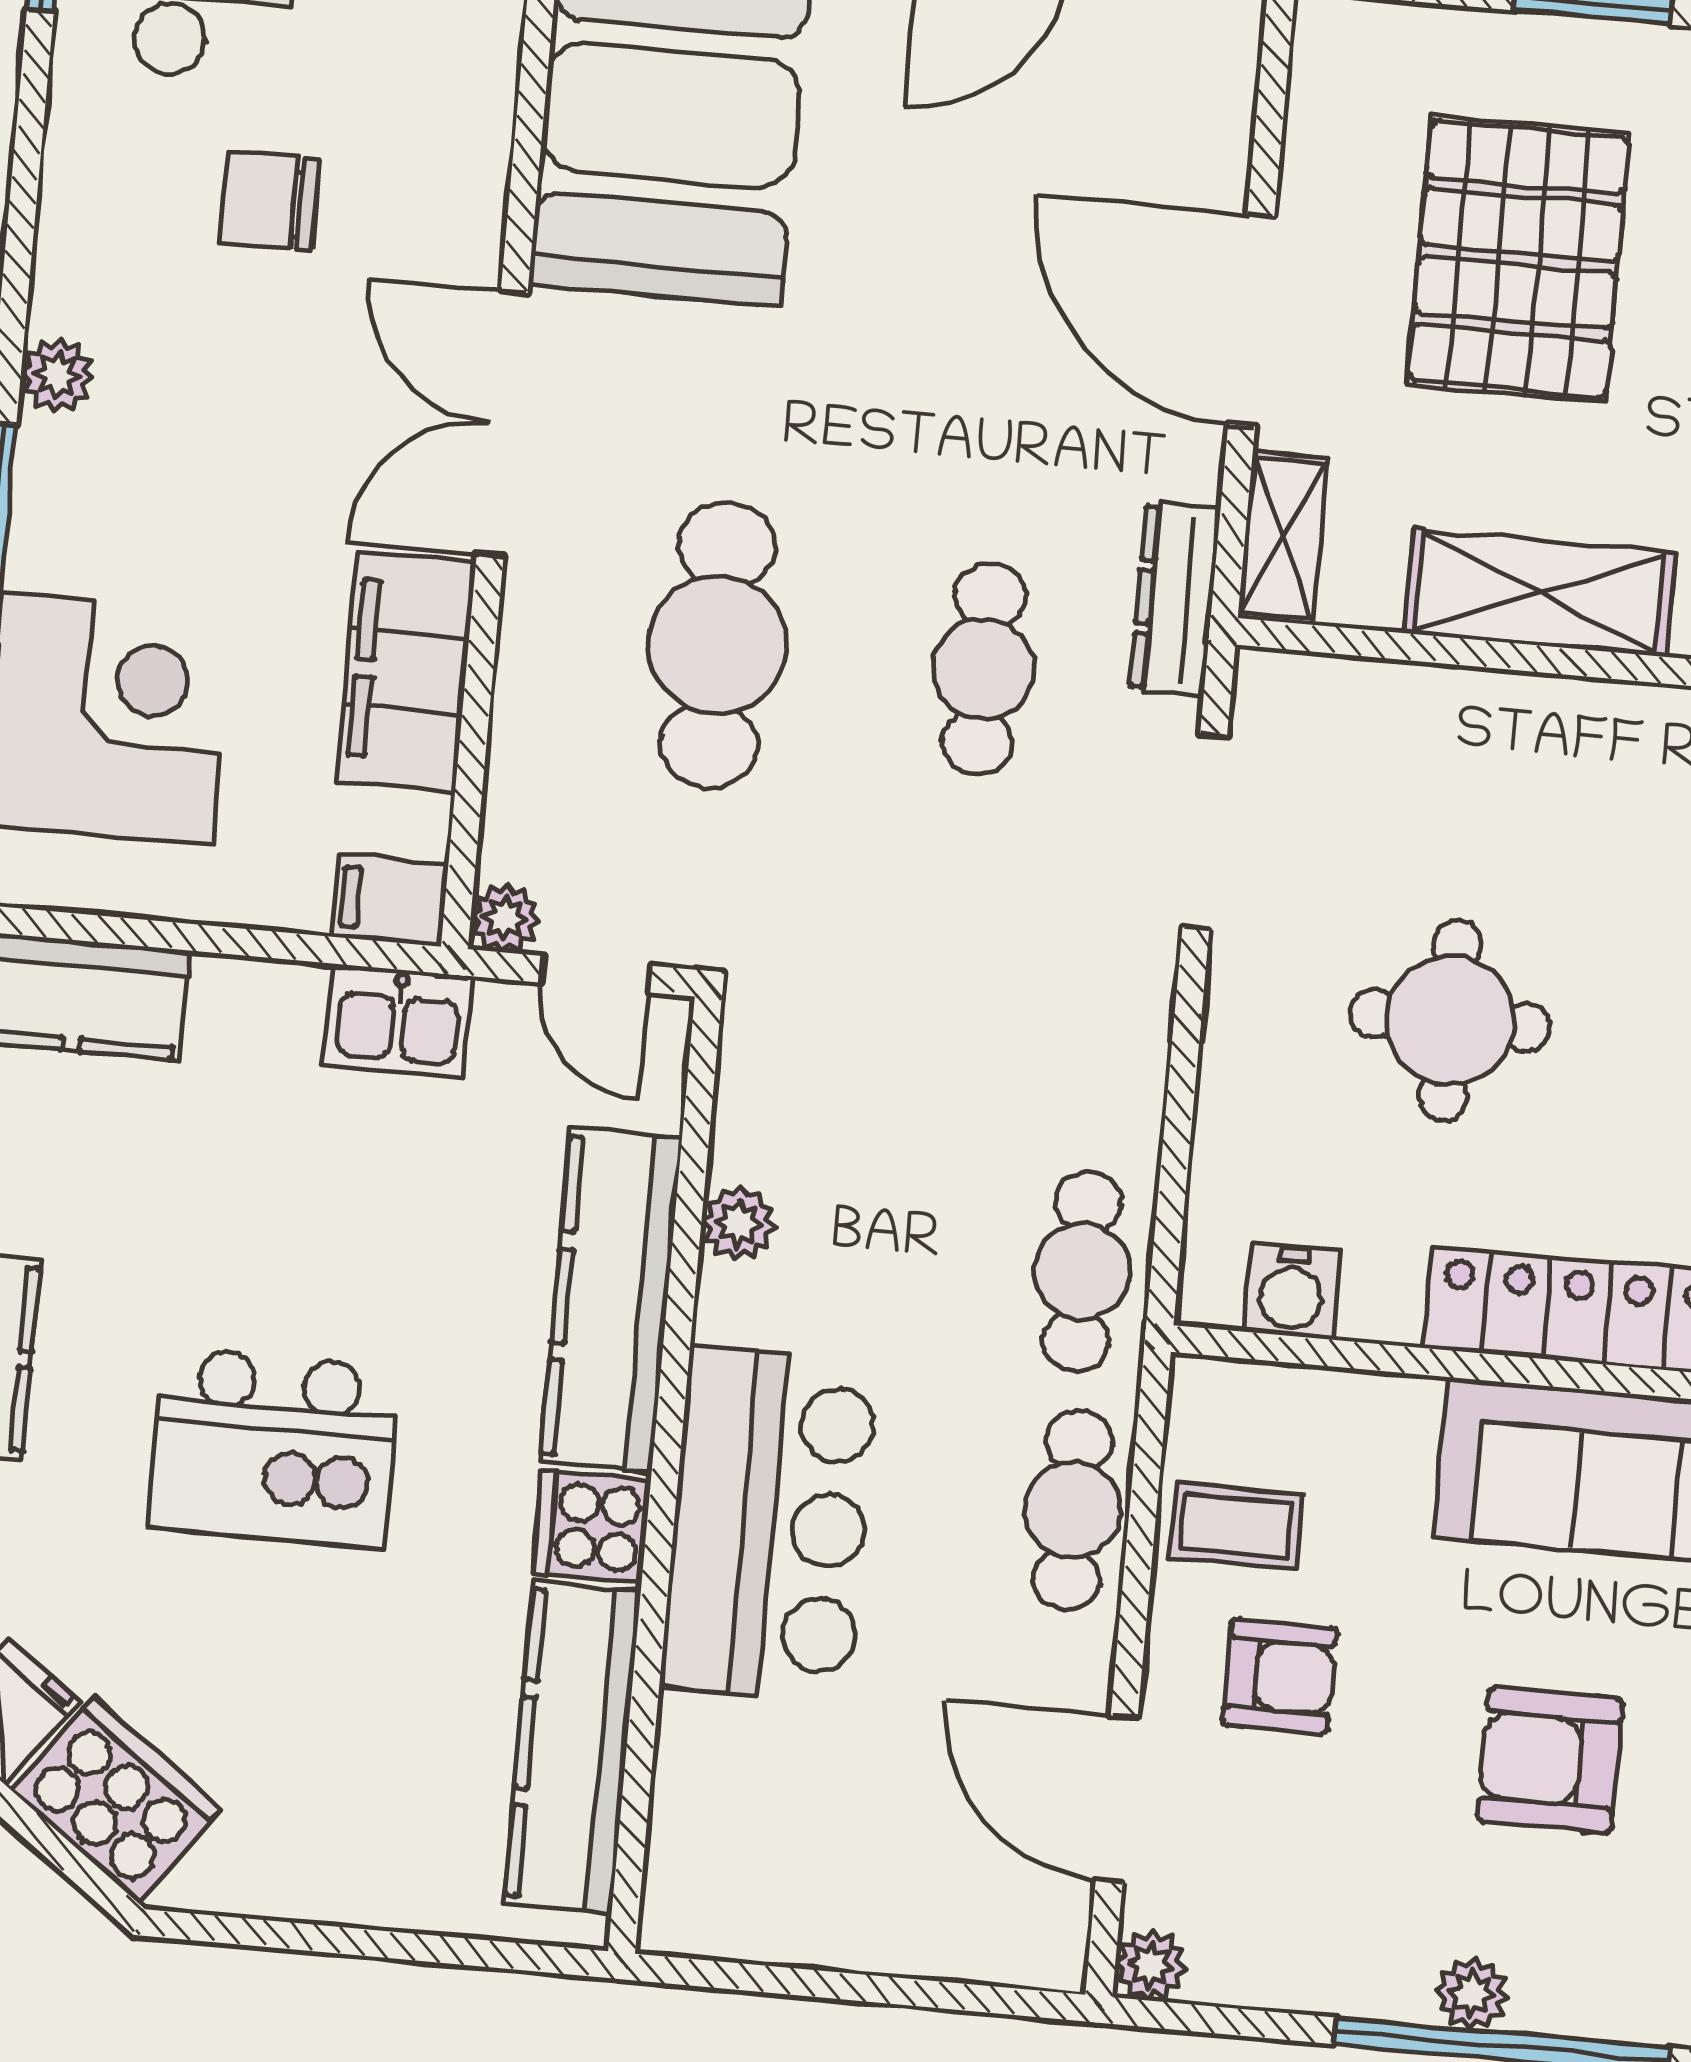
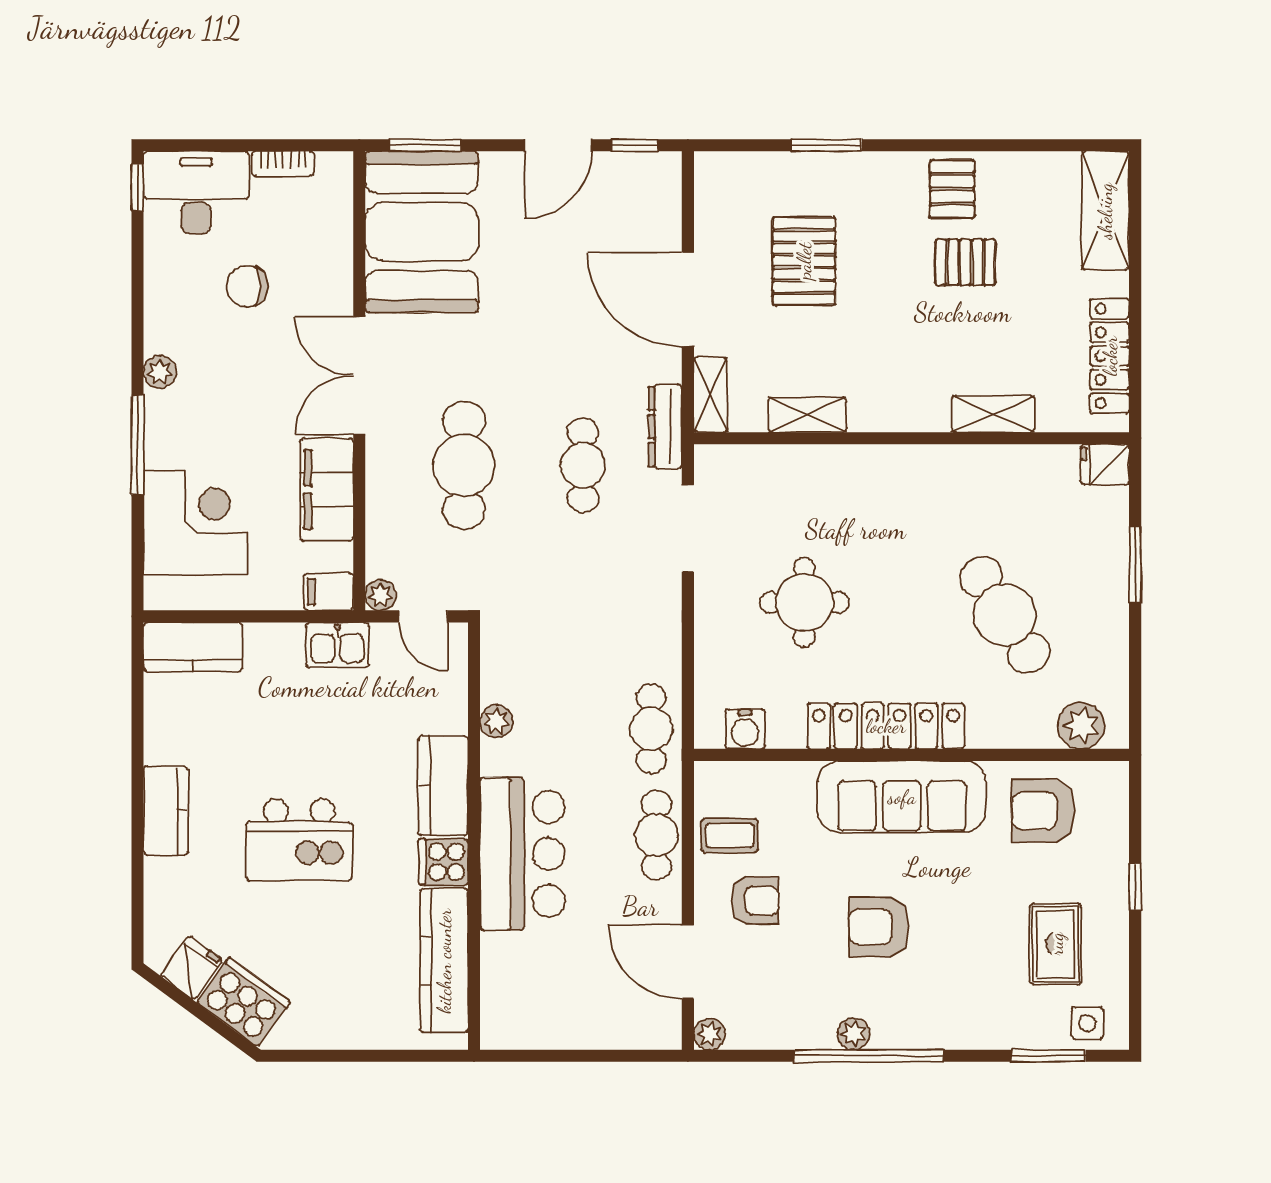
pallet: (1518, 259) -> (804, 261), width x0.73, depth x0.71
shelving: (1540, 593) -> (807, 415), width x0.67, depth x0.75
kitchen counter: (611, 1300) -> (443, 786), width x0.67

